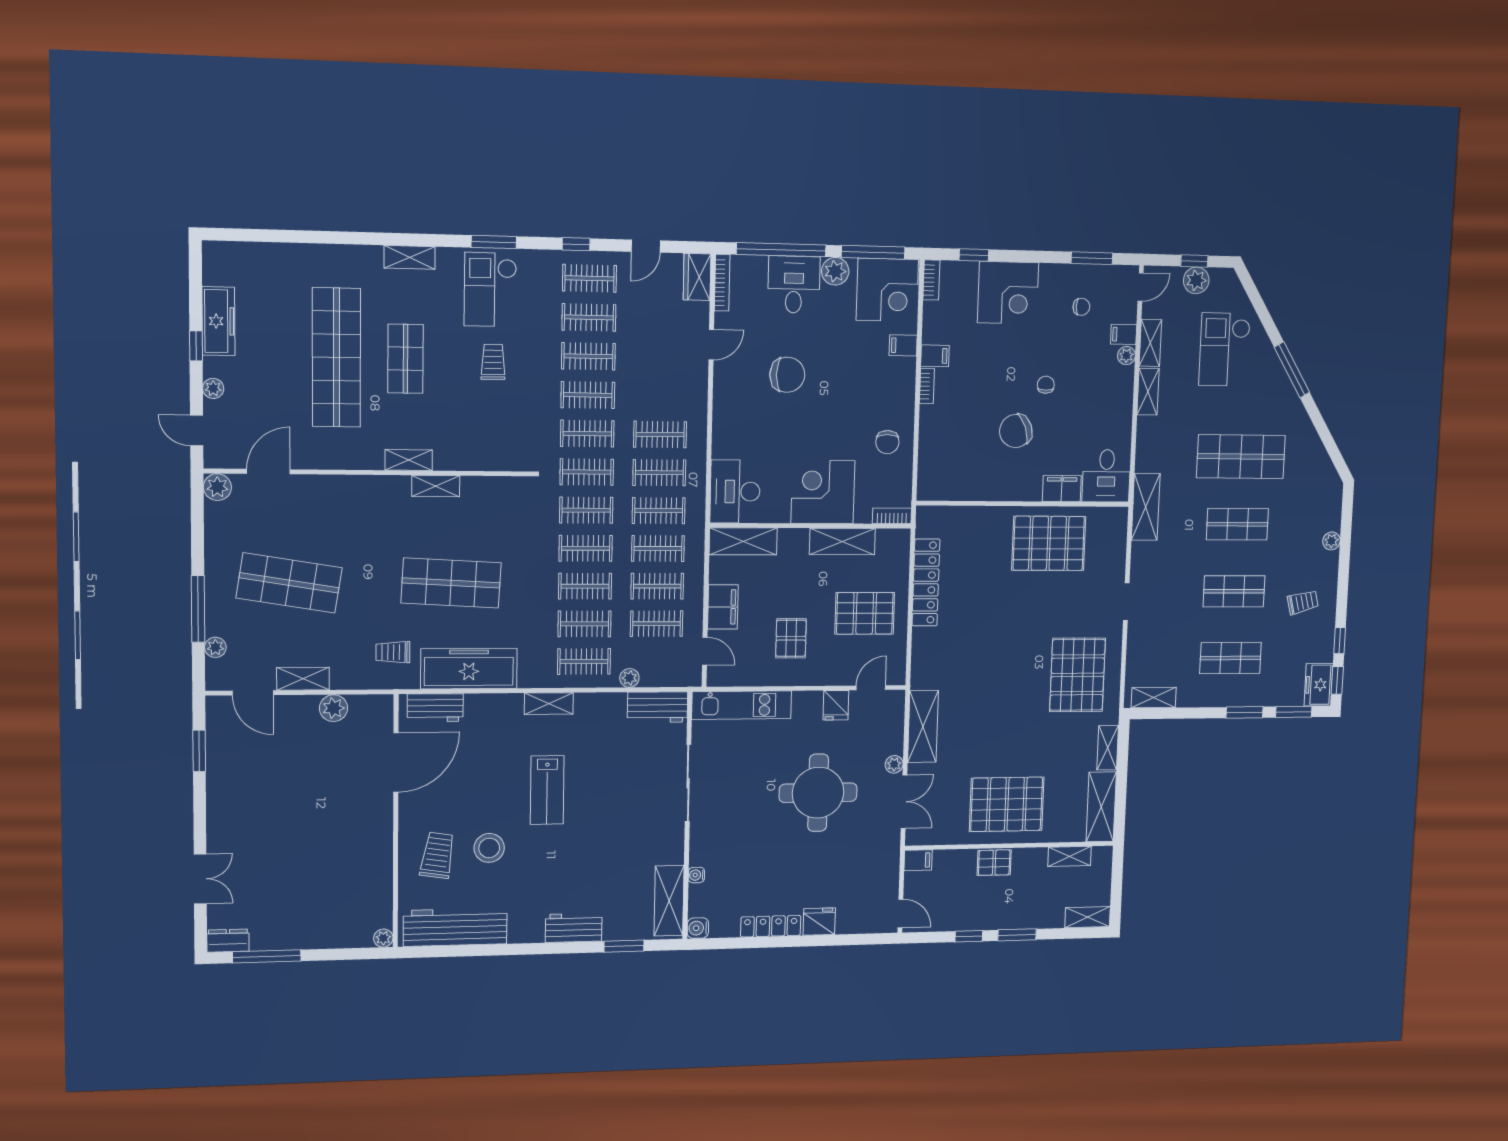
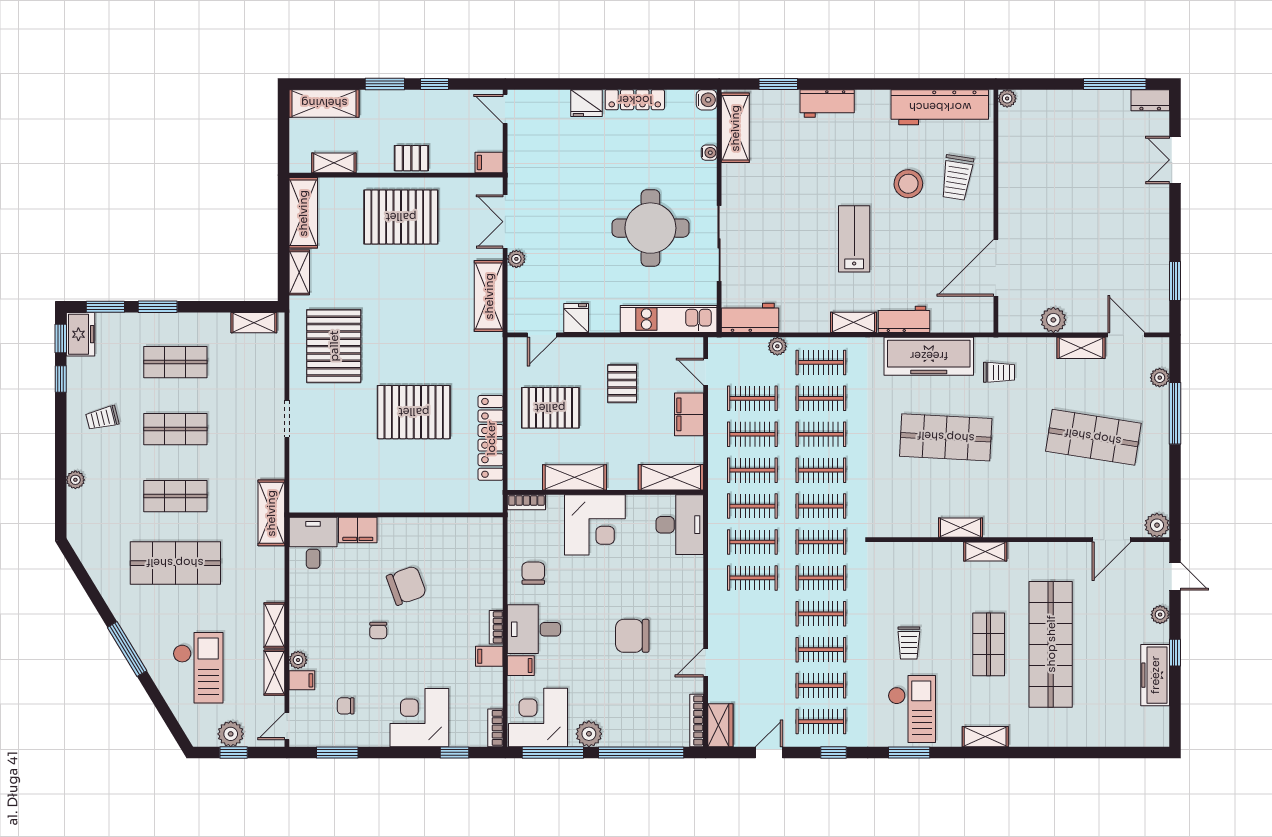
desk: (794, 285) -> (534, 629), moved, turned 90
pallet: (1049, 543) -> (414, 412), moved
workbench: (435, 708) -> (904, 319), moved
round table: (818, 793) -> (650, 228), moved
shelving: (1088, 917) -> (324, 103), width x1.50, depth x1.33

